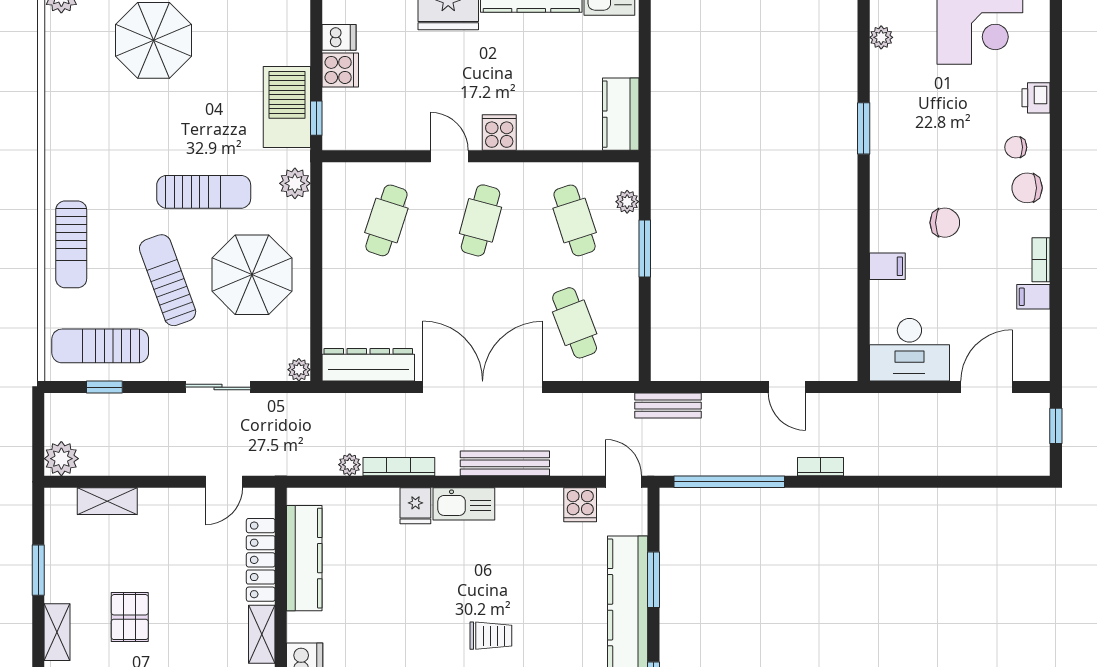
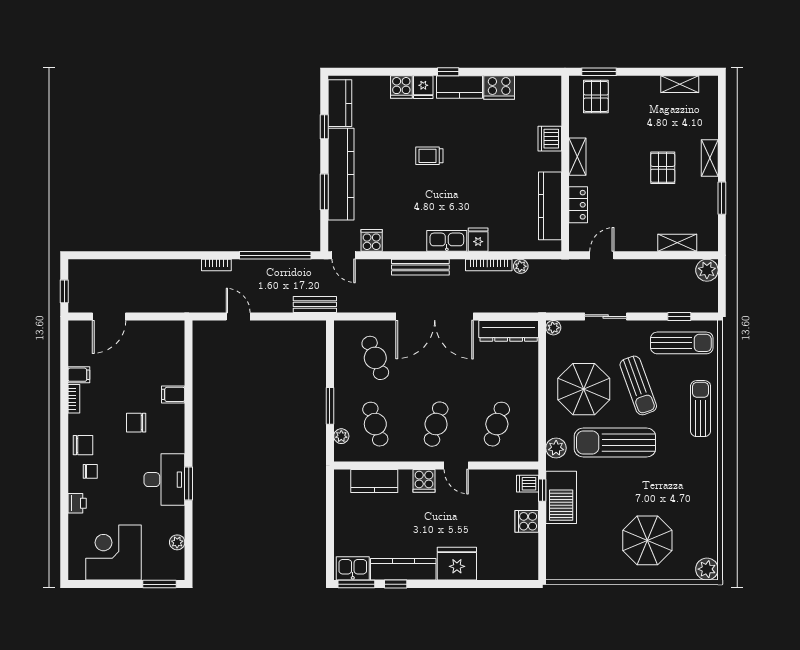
dishwasher: (339, 37) -> (527, 484), moved
kitchen counter: (621, 114) -> (374, 481), moved, turned 90
sun lounger: (204, 192) -> (615, 443), width x1.36, depth x1.34
desk: (909, 350) -> (164, 480), moved, turned 90
locker: (261, 560) -> (578, 205), width x0.66

